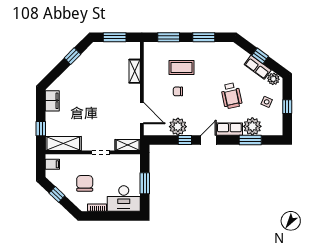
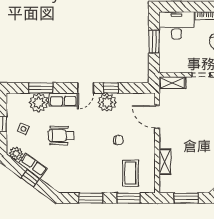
coffee table: (182, 68) -> (130, 173), moved, turned 90
wheelchair: (231, 96) -> (61, 136), turned -78
plant: (178, 127) -> (107, 102), moved

